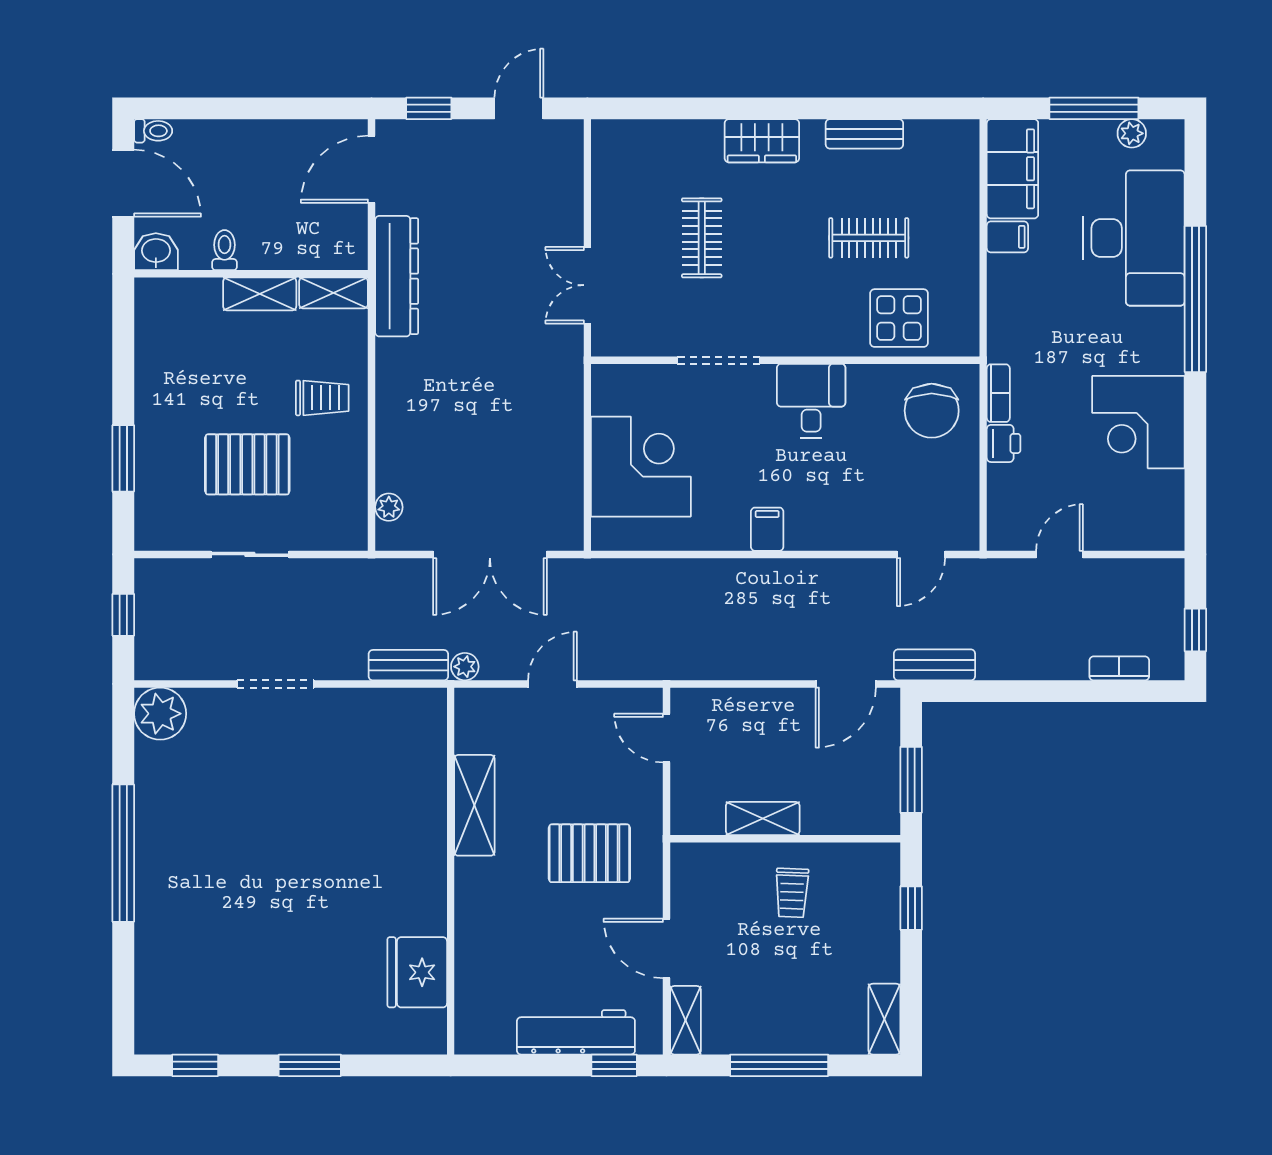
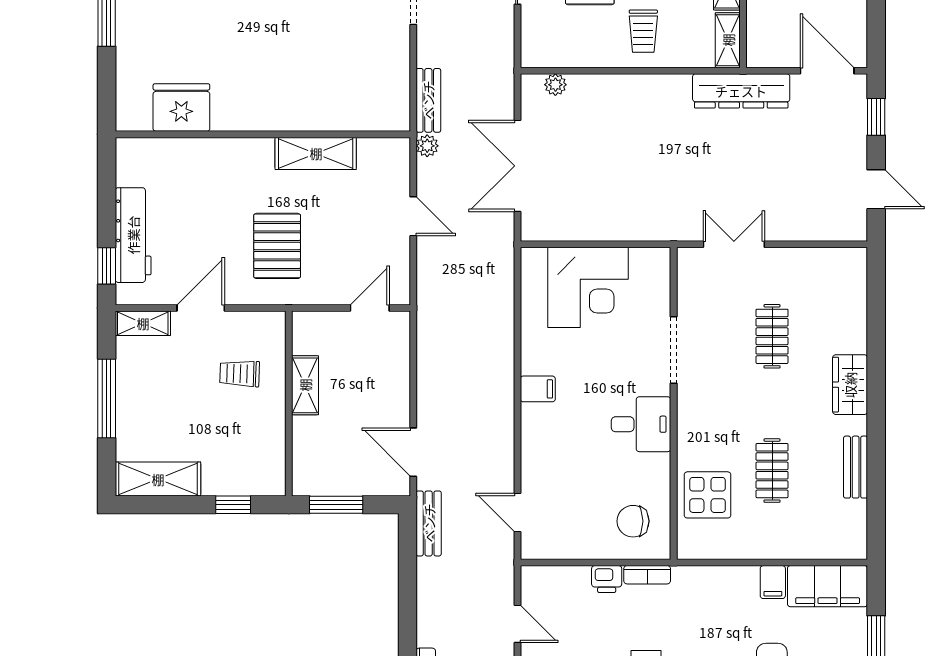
clothes rail: (702, 238) -> (772, 336), turned 90
chair: (932, 411) -> (633, 521), width x0.73, depth x0.73
trolley: (792, 893) -> (240, 374), moved
shelving: (884, 1019) -> (158, 479), width x1.50, depth x1.33

